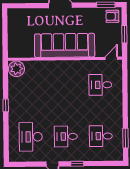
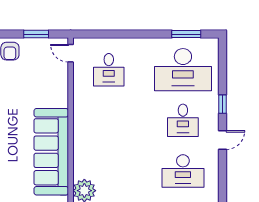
sofa: (65, 45) -> (51, 152), moved
desk: (101, 136) -> (183, 70), width x1.87, depth x1.30

